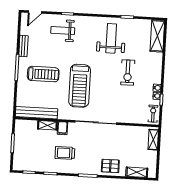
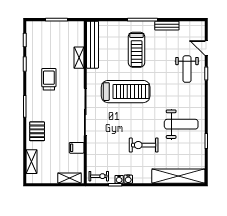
door: (35, 12) -> (206, 48), moved
weight bench: (63, 30) -> (187, 69), turned 180
shelving: (157, 36) -> (178, 176), width x1.47
treadmill: (80, 86) -> (126, 92), turned 180
filing cabinet: (62, 128) -> (77, 148), moved

